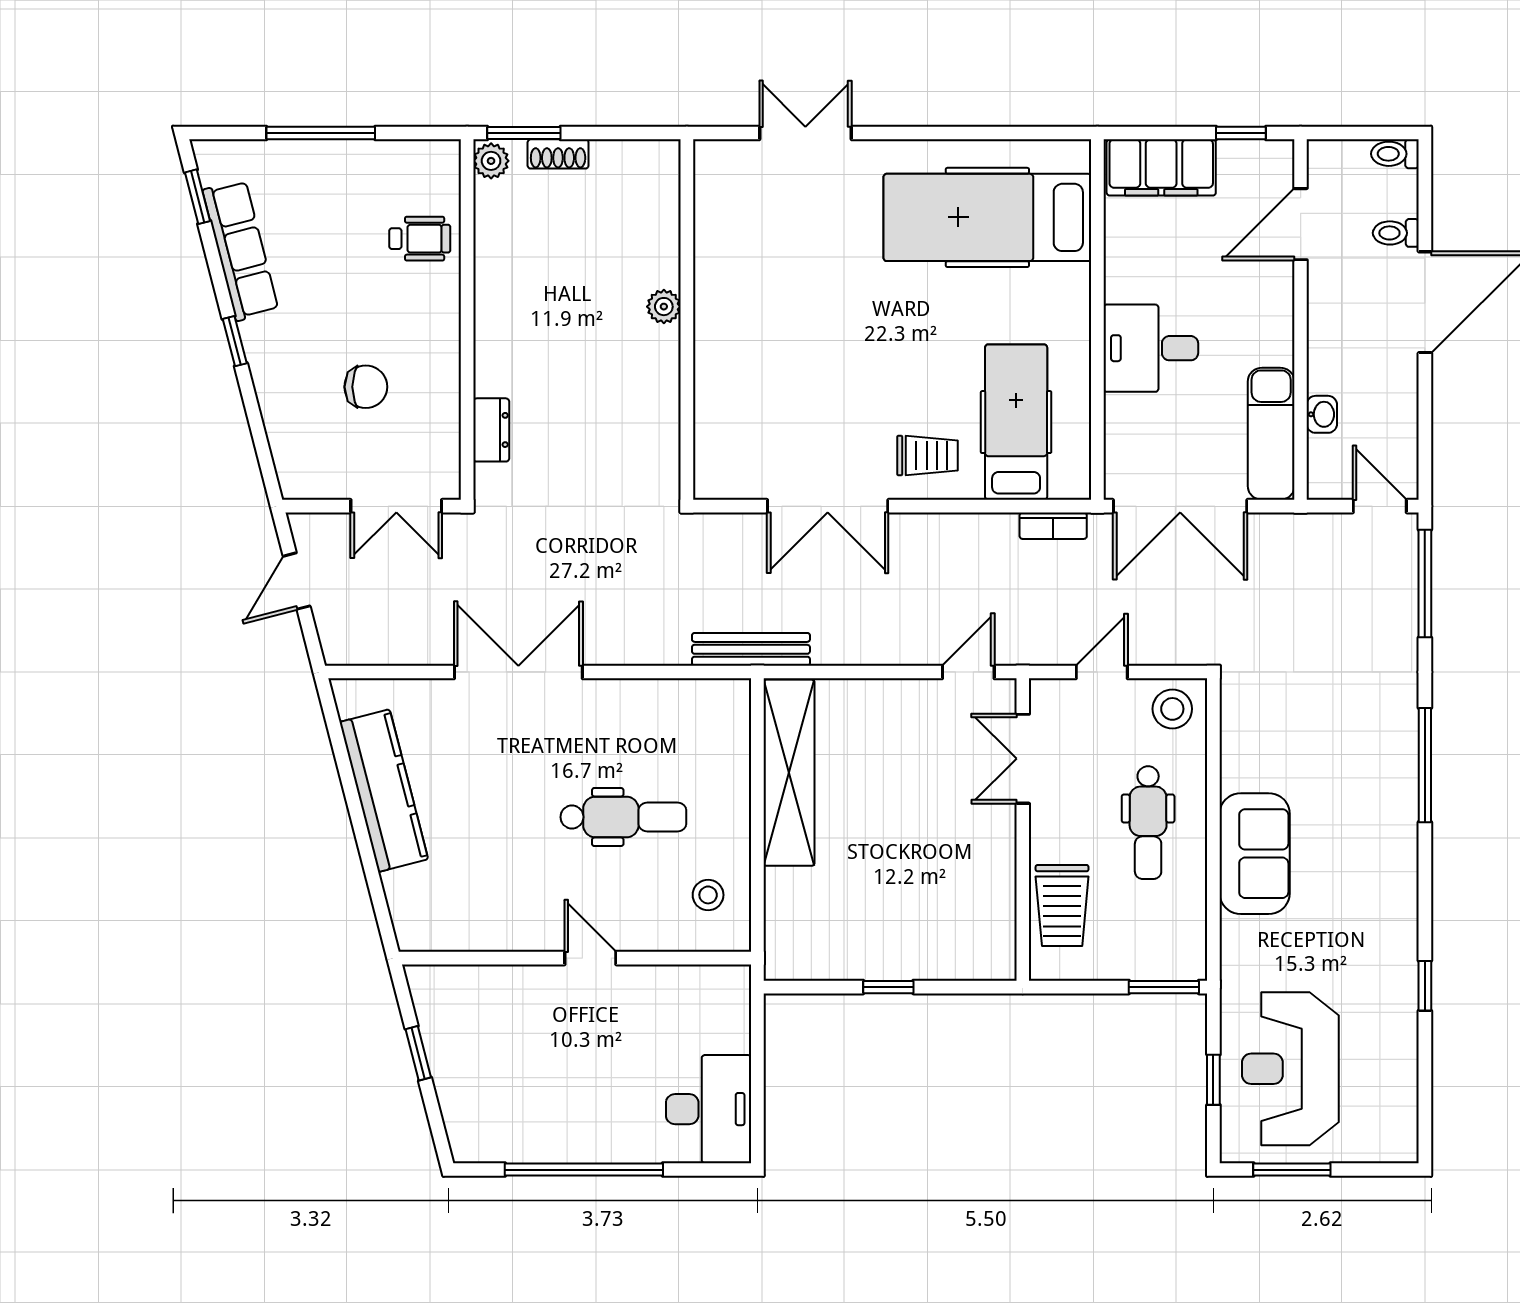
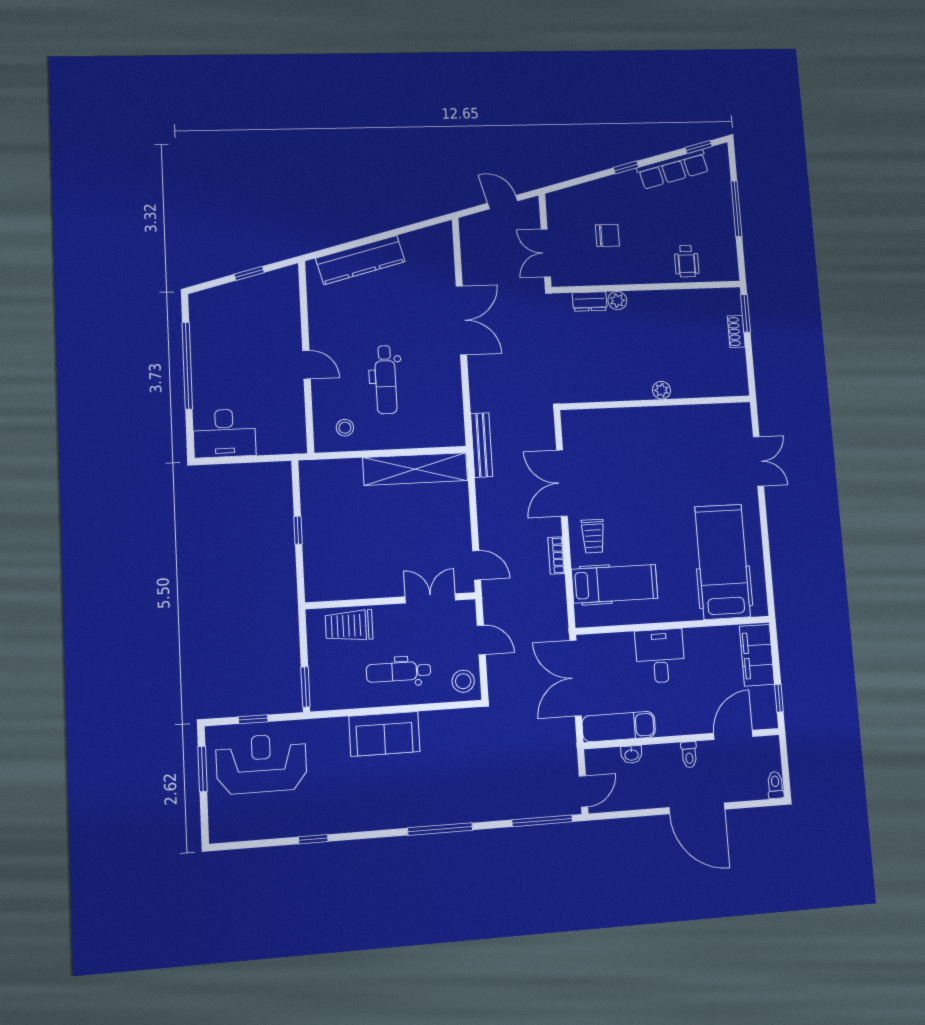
plant: (491, 161) -> (617, 301), moved
door: (1301, 224) -> (733, 735), hinge flipped
toilet: (1396, 233) -> (689, 755), moved, turned 180
chair: (366, 387) -> (607, 235), turned -90
bookcase: (1053, 526) -> (556, 555), moved
kitchen counter: (384, 791) -> (360, 260), moved
door: (590, 958) -> (307, 365), hinge flipped

